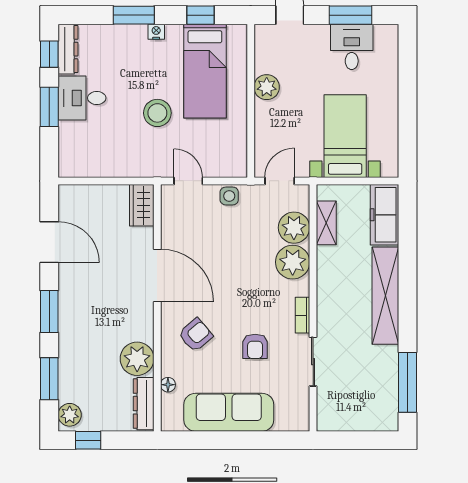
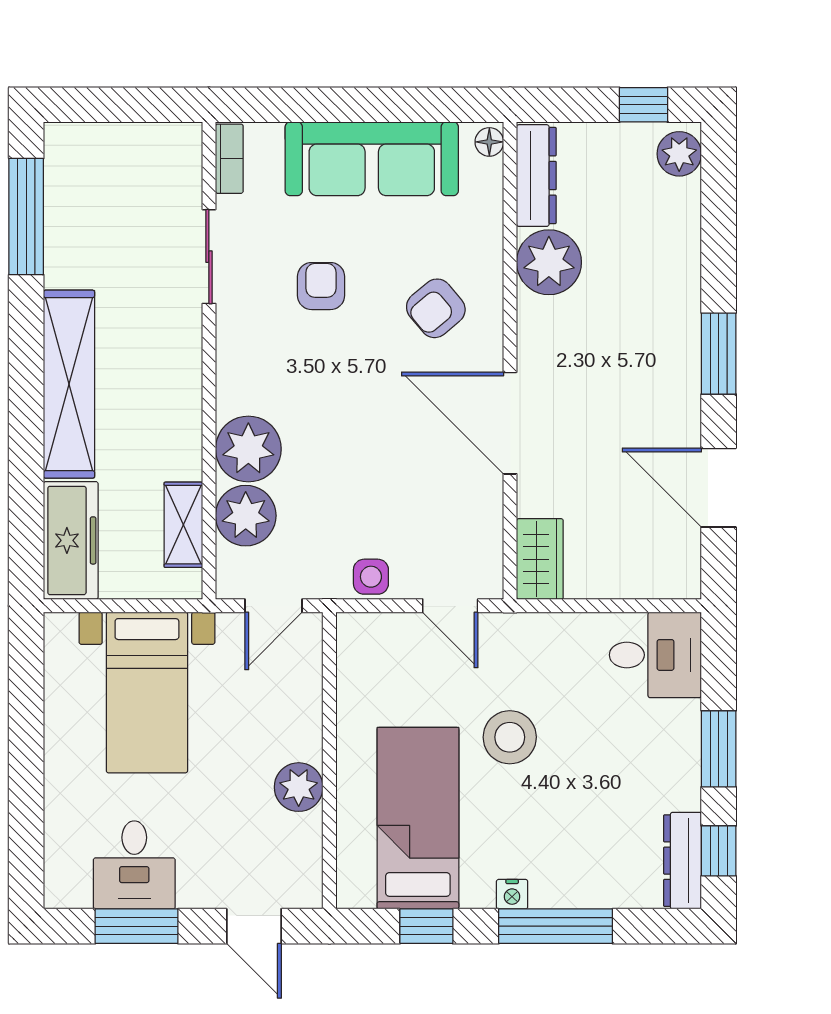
window: (134, 15) -> (556, 926), width x1.44
desk: (82, 98) -> (655, 655), moved
bookcase: (302, 315) -> (229, 159), moved
window: (49, 379) -> (719, 223), removed
floor lamp: (168, 385) -> (489, 142), moved

